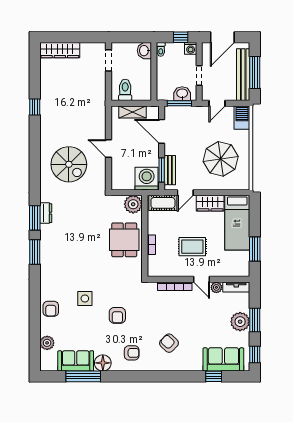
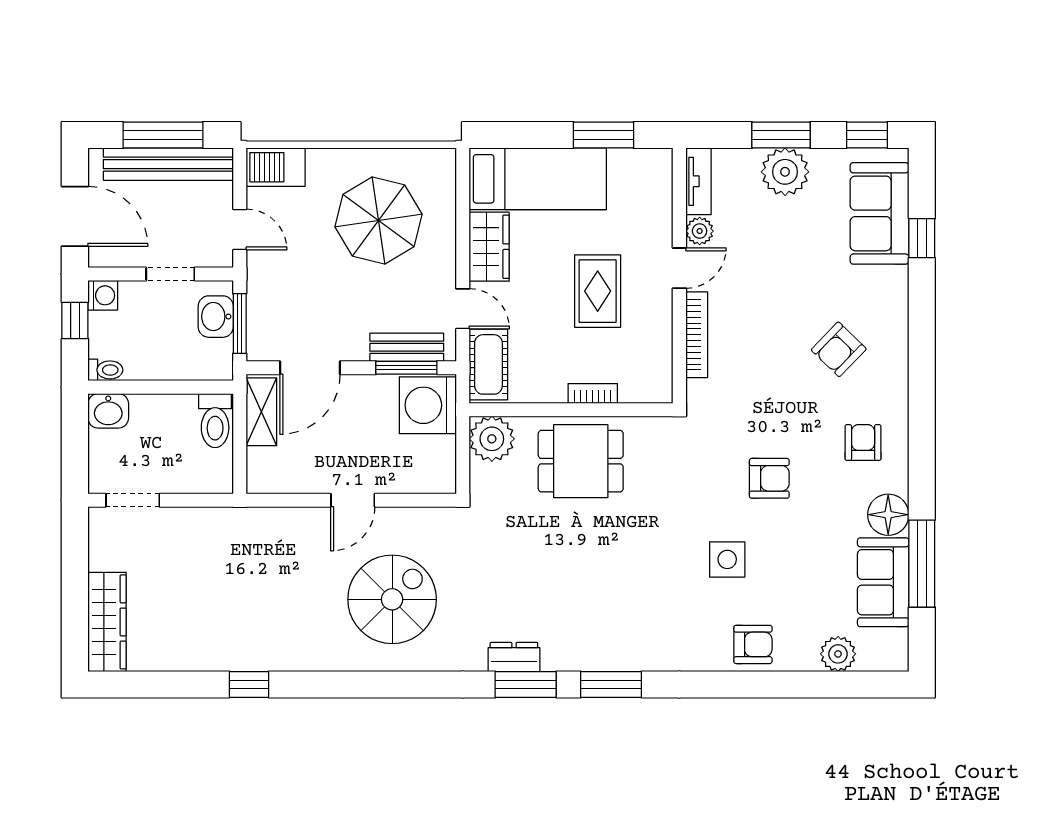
toilet: (125, 90) -> (215, 421), moved, turned -90
shelving: (132, 112) -> (261, 412), moved

